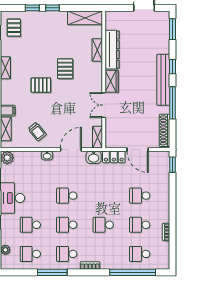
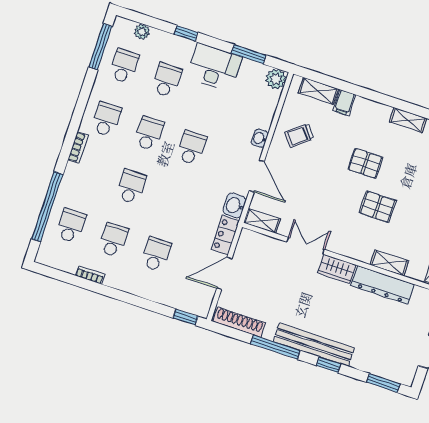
pallet: (41, 85) -> (365, 163), turned 90
window: (52, 272) -> (100, 47), moved

